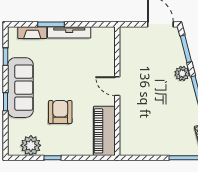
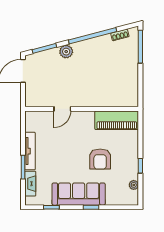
door: (117, 86) -> (62, 109), moved
armchair: (60, 112) -> (100, 159), turned -90
plant: (31, 145) -> (134, 185), width x0.53, depth x0.53

